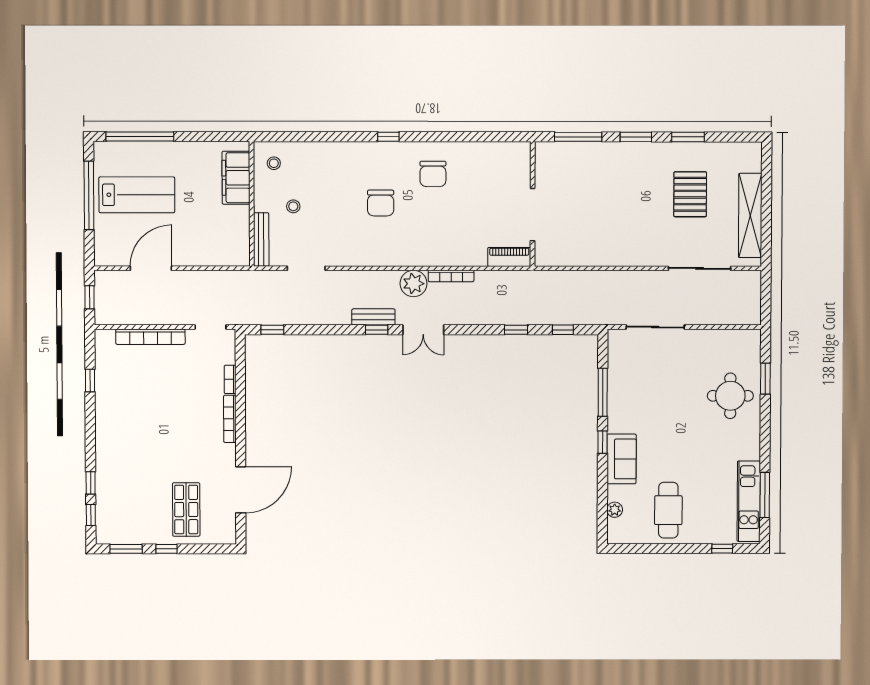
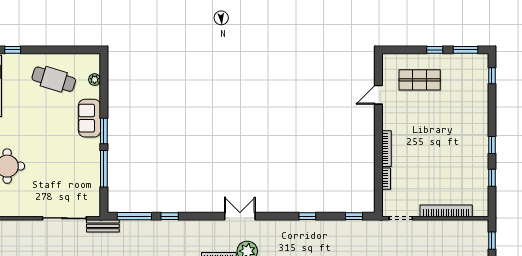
bench: (373, 317) -> (103, 226), moved
window: (377, 330) -> (307, 216), moved
window: (563, 330) -> (134, 216), width x2.17
window: (603, 442) -> (104, 131), width x1.50
window: (91, 483) -> (492, 145), moved
door: (241, 490) -> (378, 95), width x0.53
shop shelf: (186, 510) -> (420, 80), turned 90
cafe table: (668, 510) -> (54, 79), turned -73

